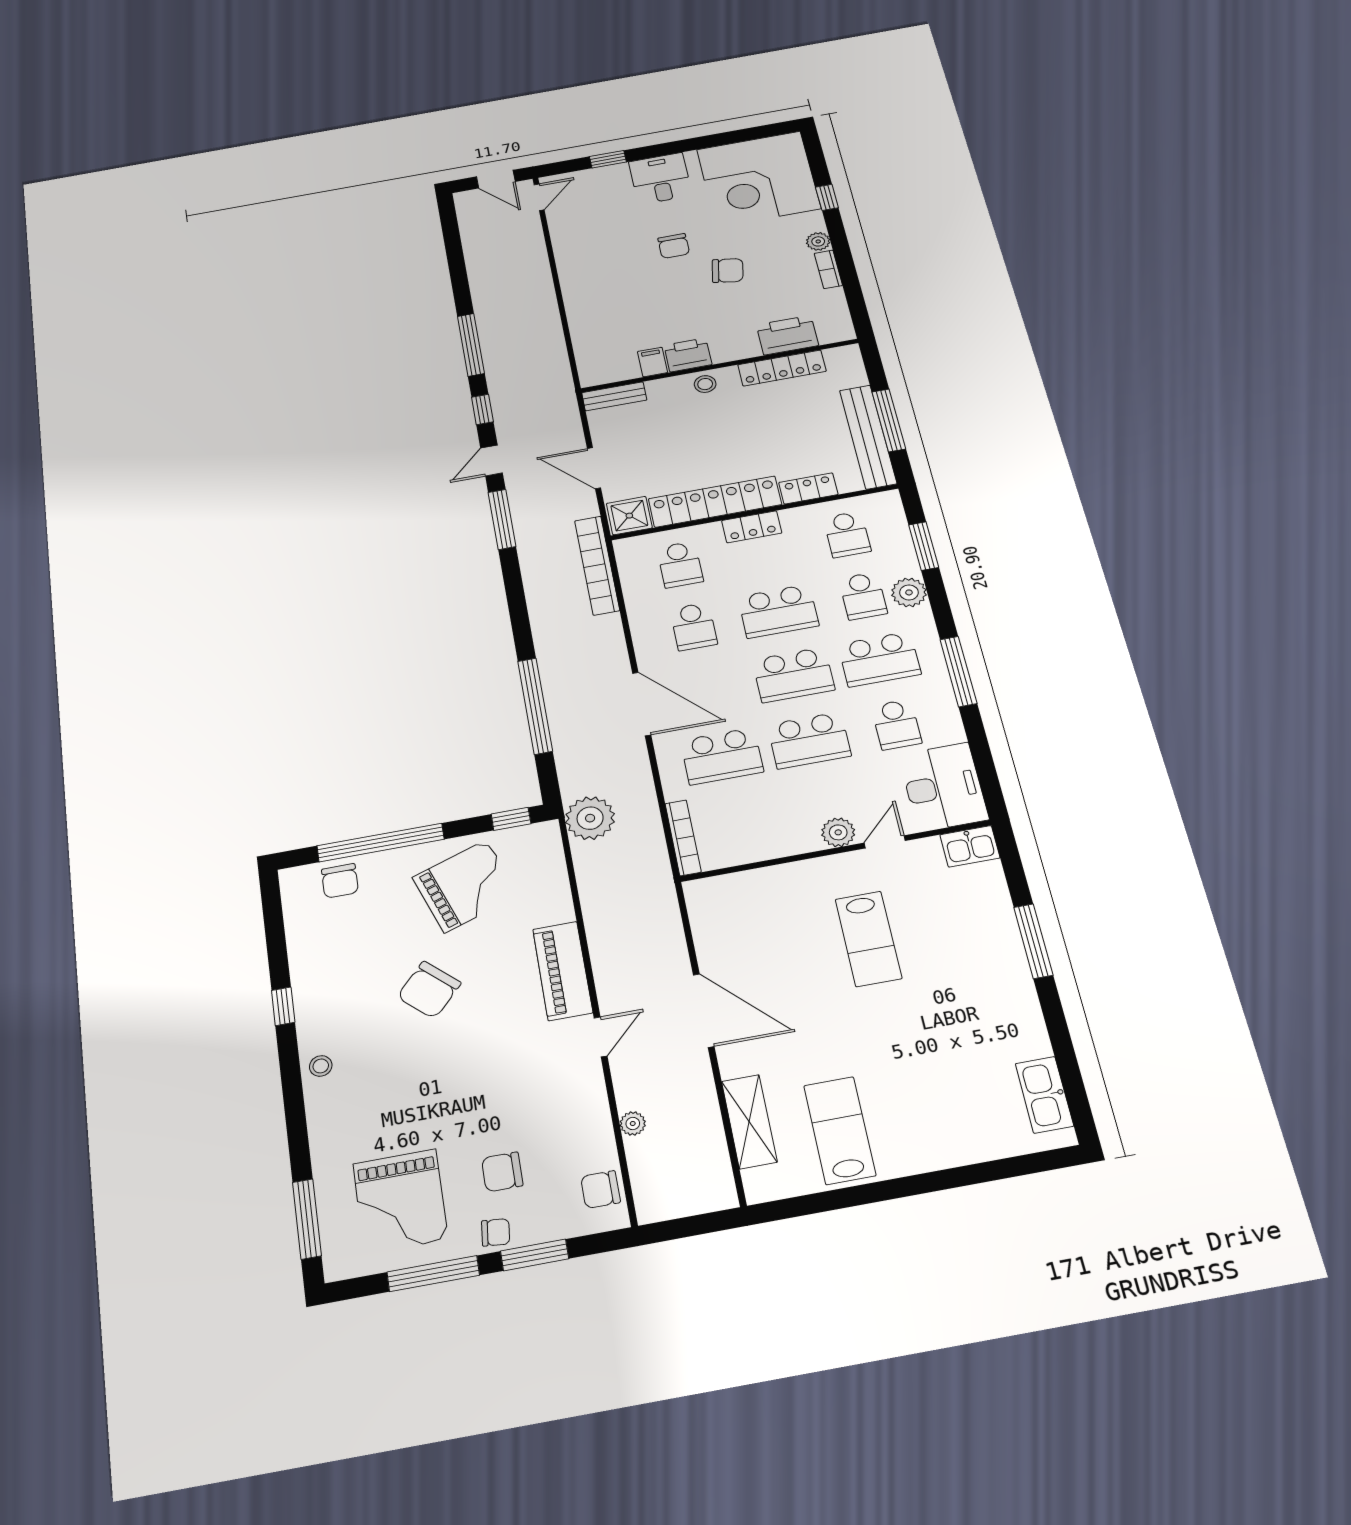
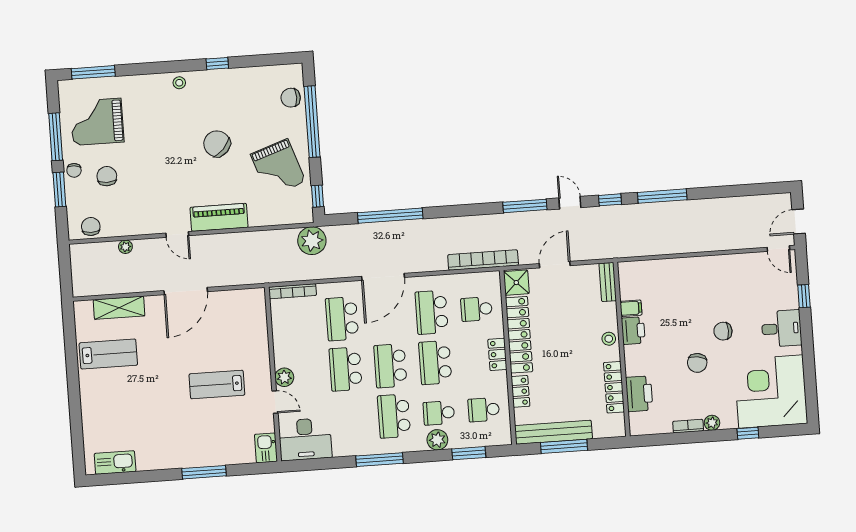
school desk: (694, 627) -> (432, 312), width x1.85
school desk: (896, 724) -> (349, 419), removed

